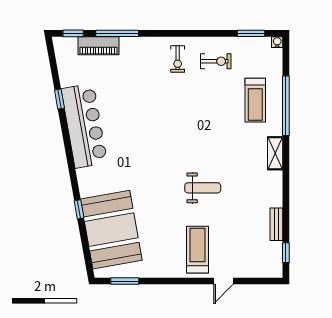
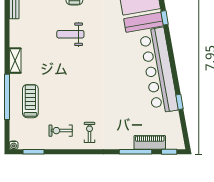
bar counter: (84, 126) -> (159, 71), width x1.36

